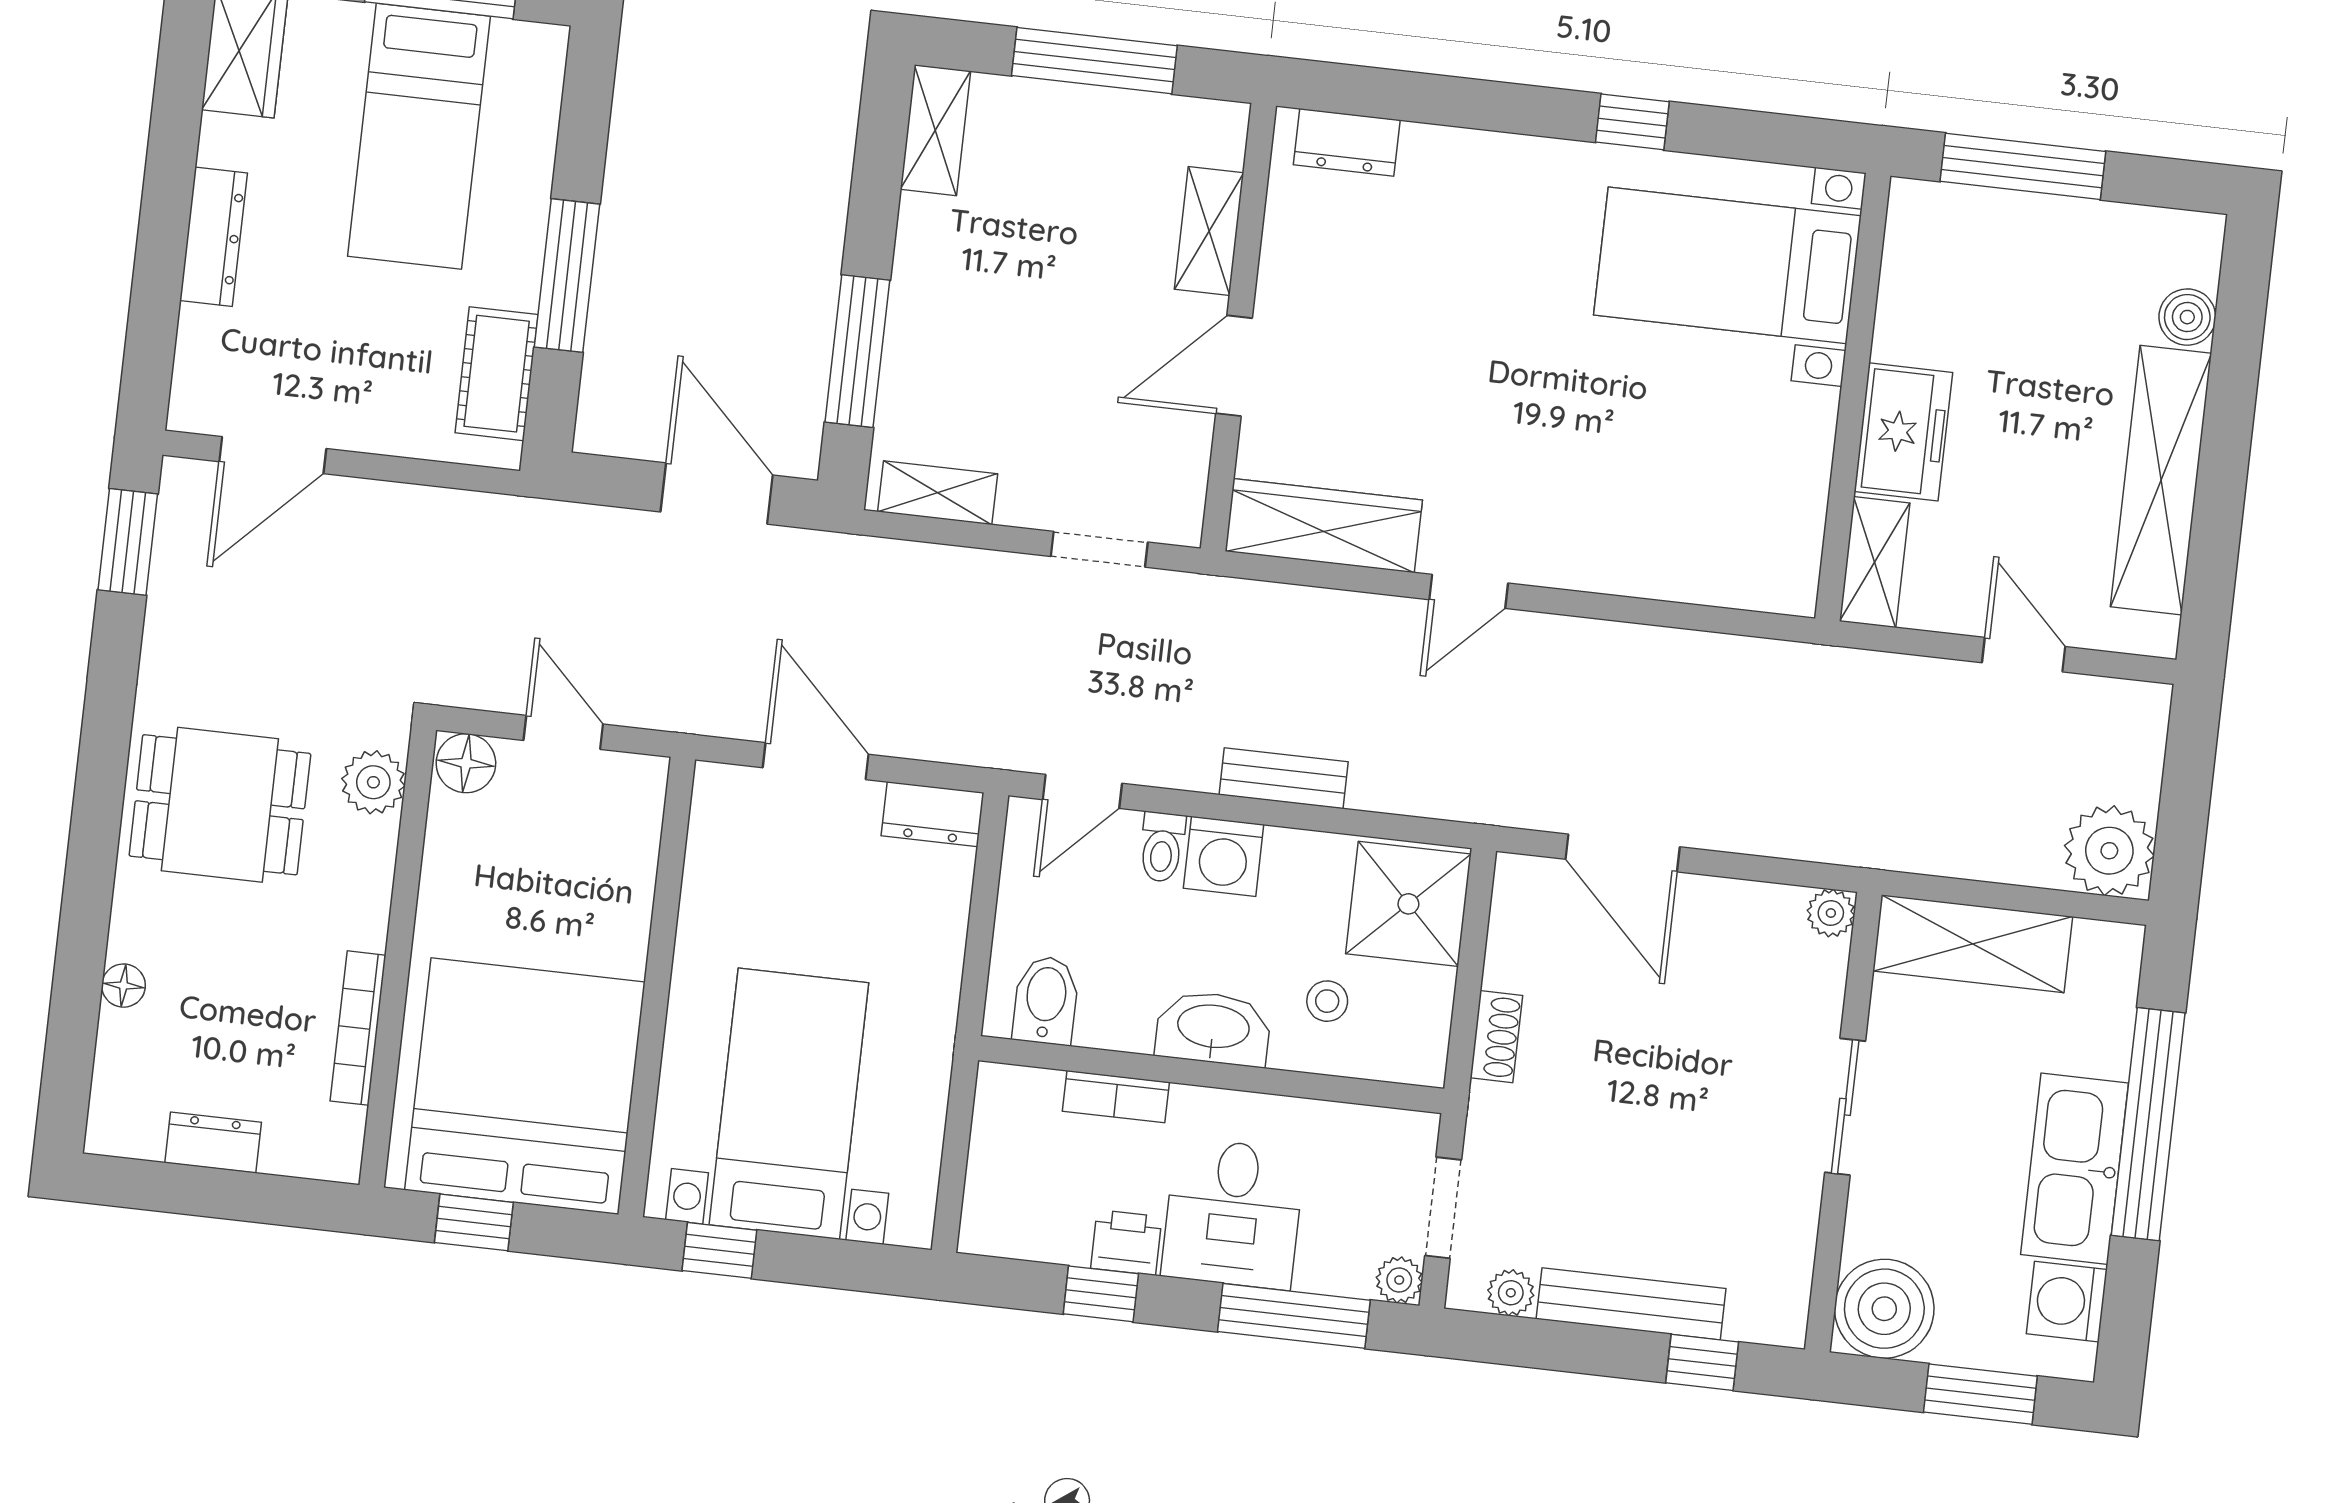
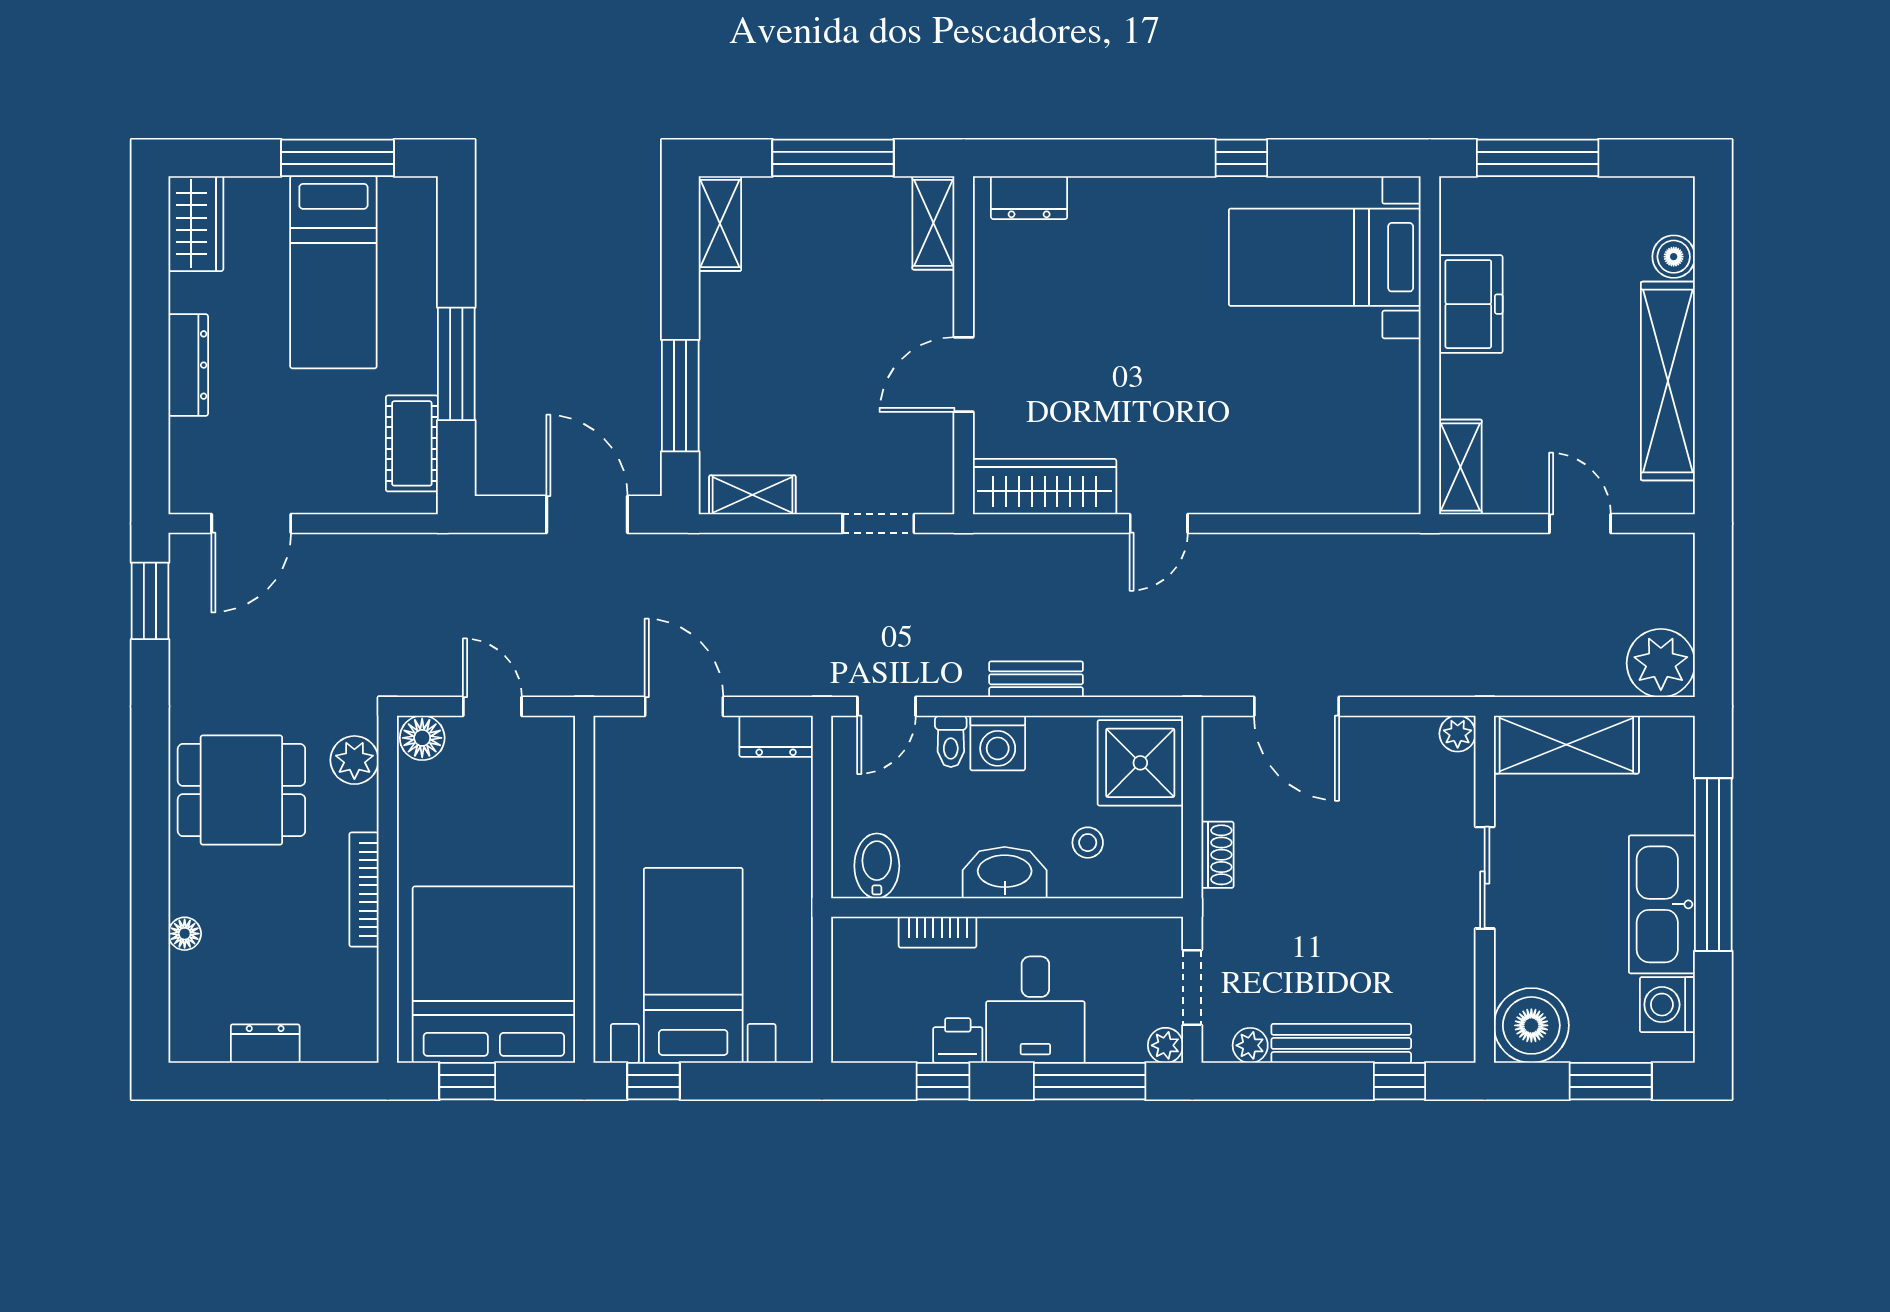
shelving: (1209, 231) -> (933, 223), moved
freezer: (1903, 432) -> (1471, 304), moved
bookcase: (358, 1028) -> (364, 890), moved

